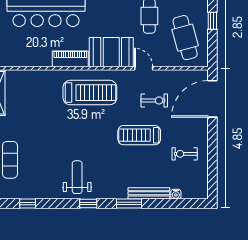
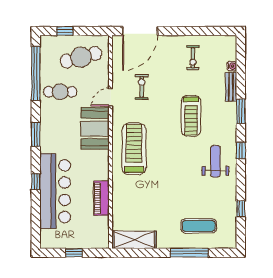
piano: (70, 59) -> (101, 198), moved
door: (212, 99) -> (140, 31), hinge flipped
treadmill: (139, 135) -> (191, 116), moved
weight bench: (77, 177) -> (215, 161), turned 90
bench: (149, 193) -> (231, 87), width x0.73

